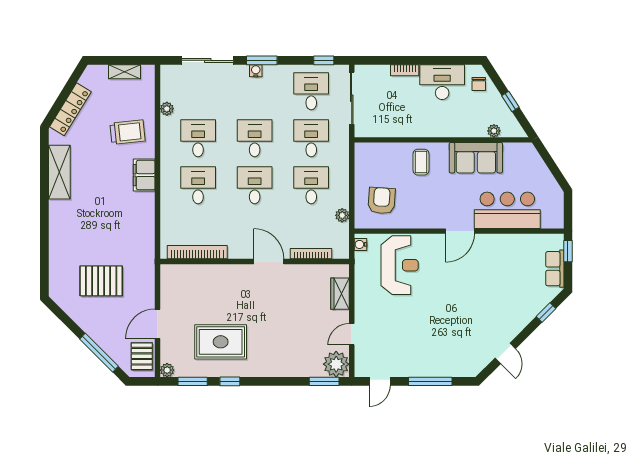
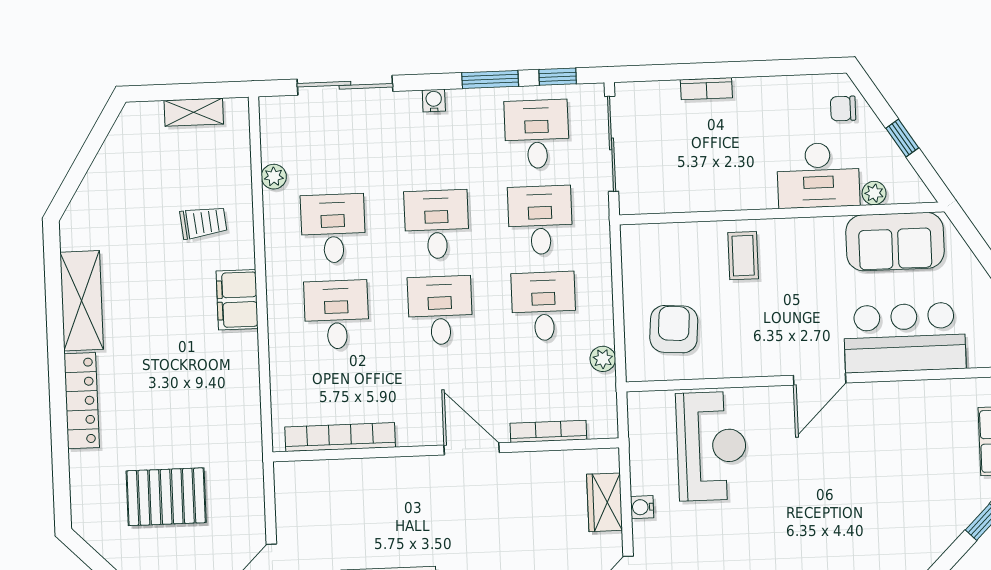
window: (262, 60) -> (490, 79), moved
desk: (442, 82) -> (818, 175), moved, turned 180
chair: (479, 84) -> (843, 109), turned 90
locker: (70, 109) -> (82, 401), moved, turned -32
trolley: (127, 132) -> (203, 222), width x0.73, depth x0.72
sofa: (476, 158) -> (895, 242), moved
water cooler: (360, 244) -> (642, 507), moved

